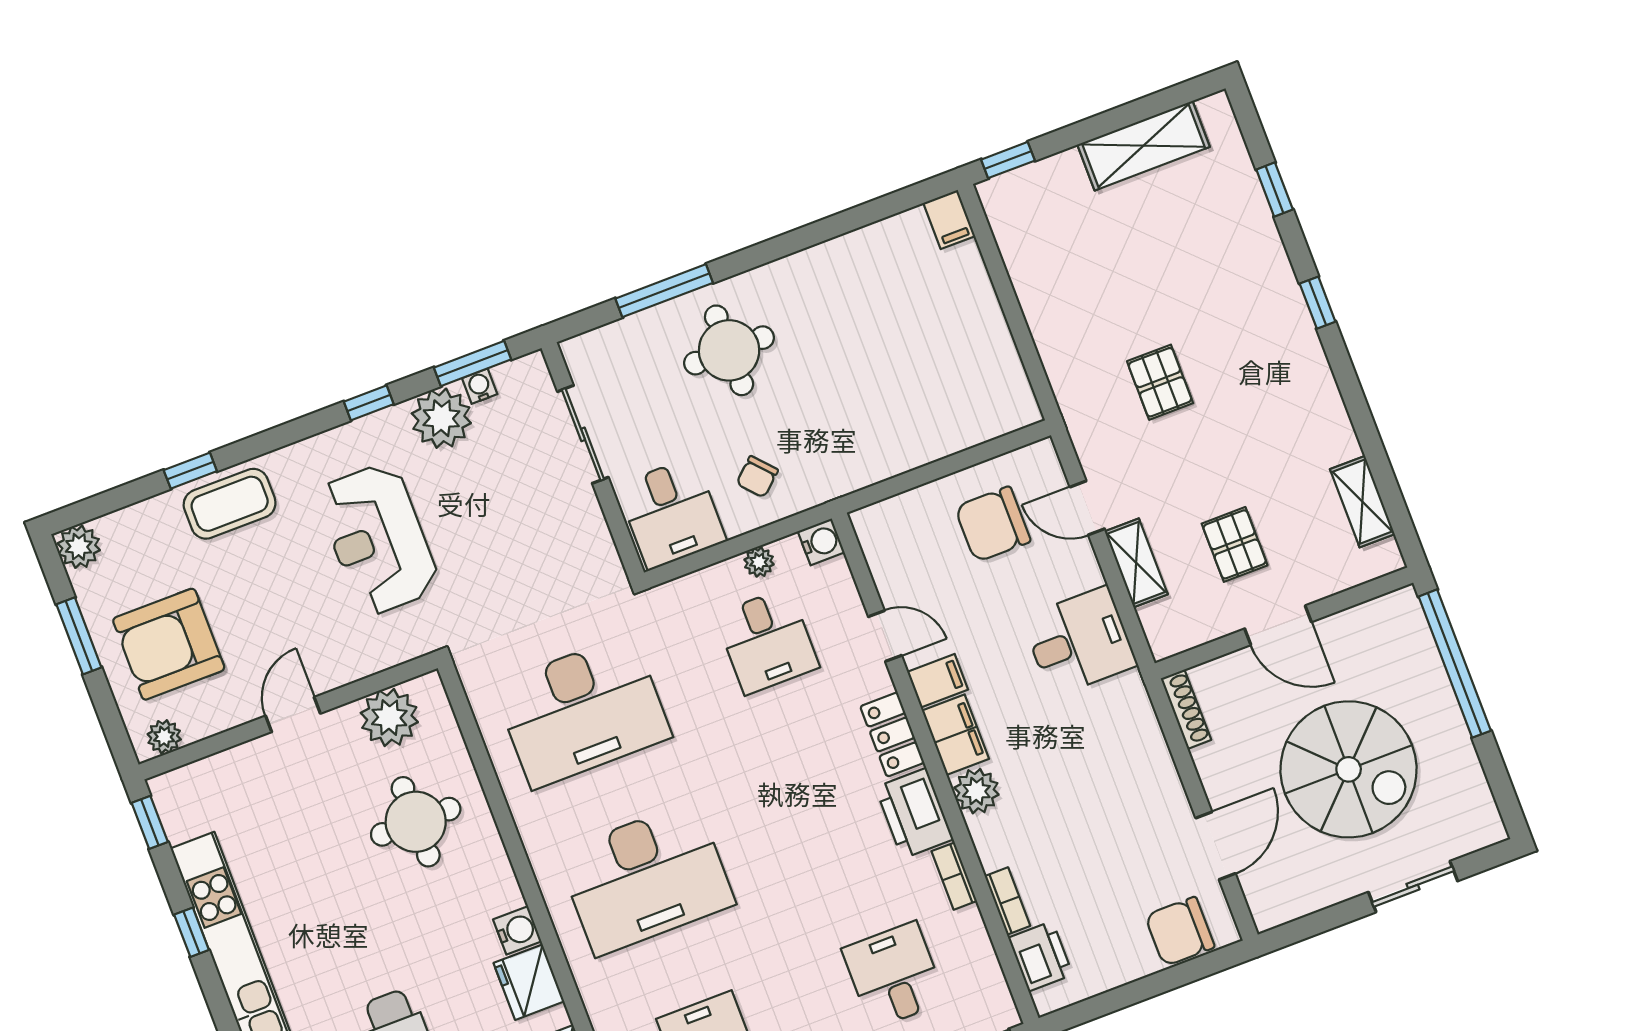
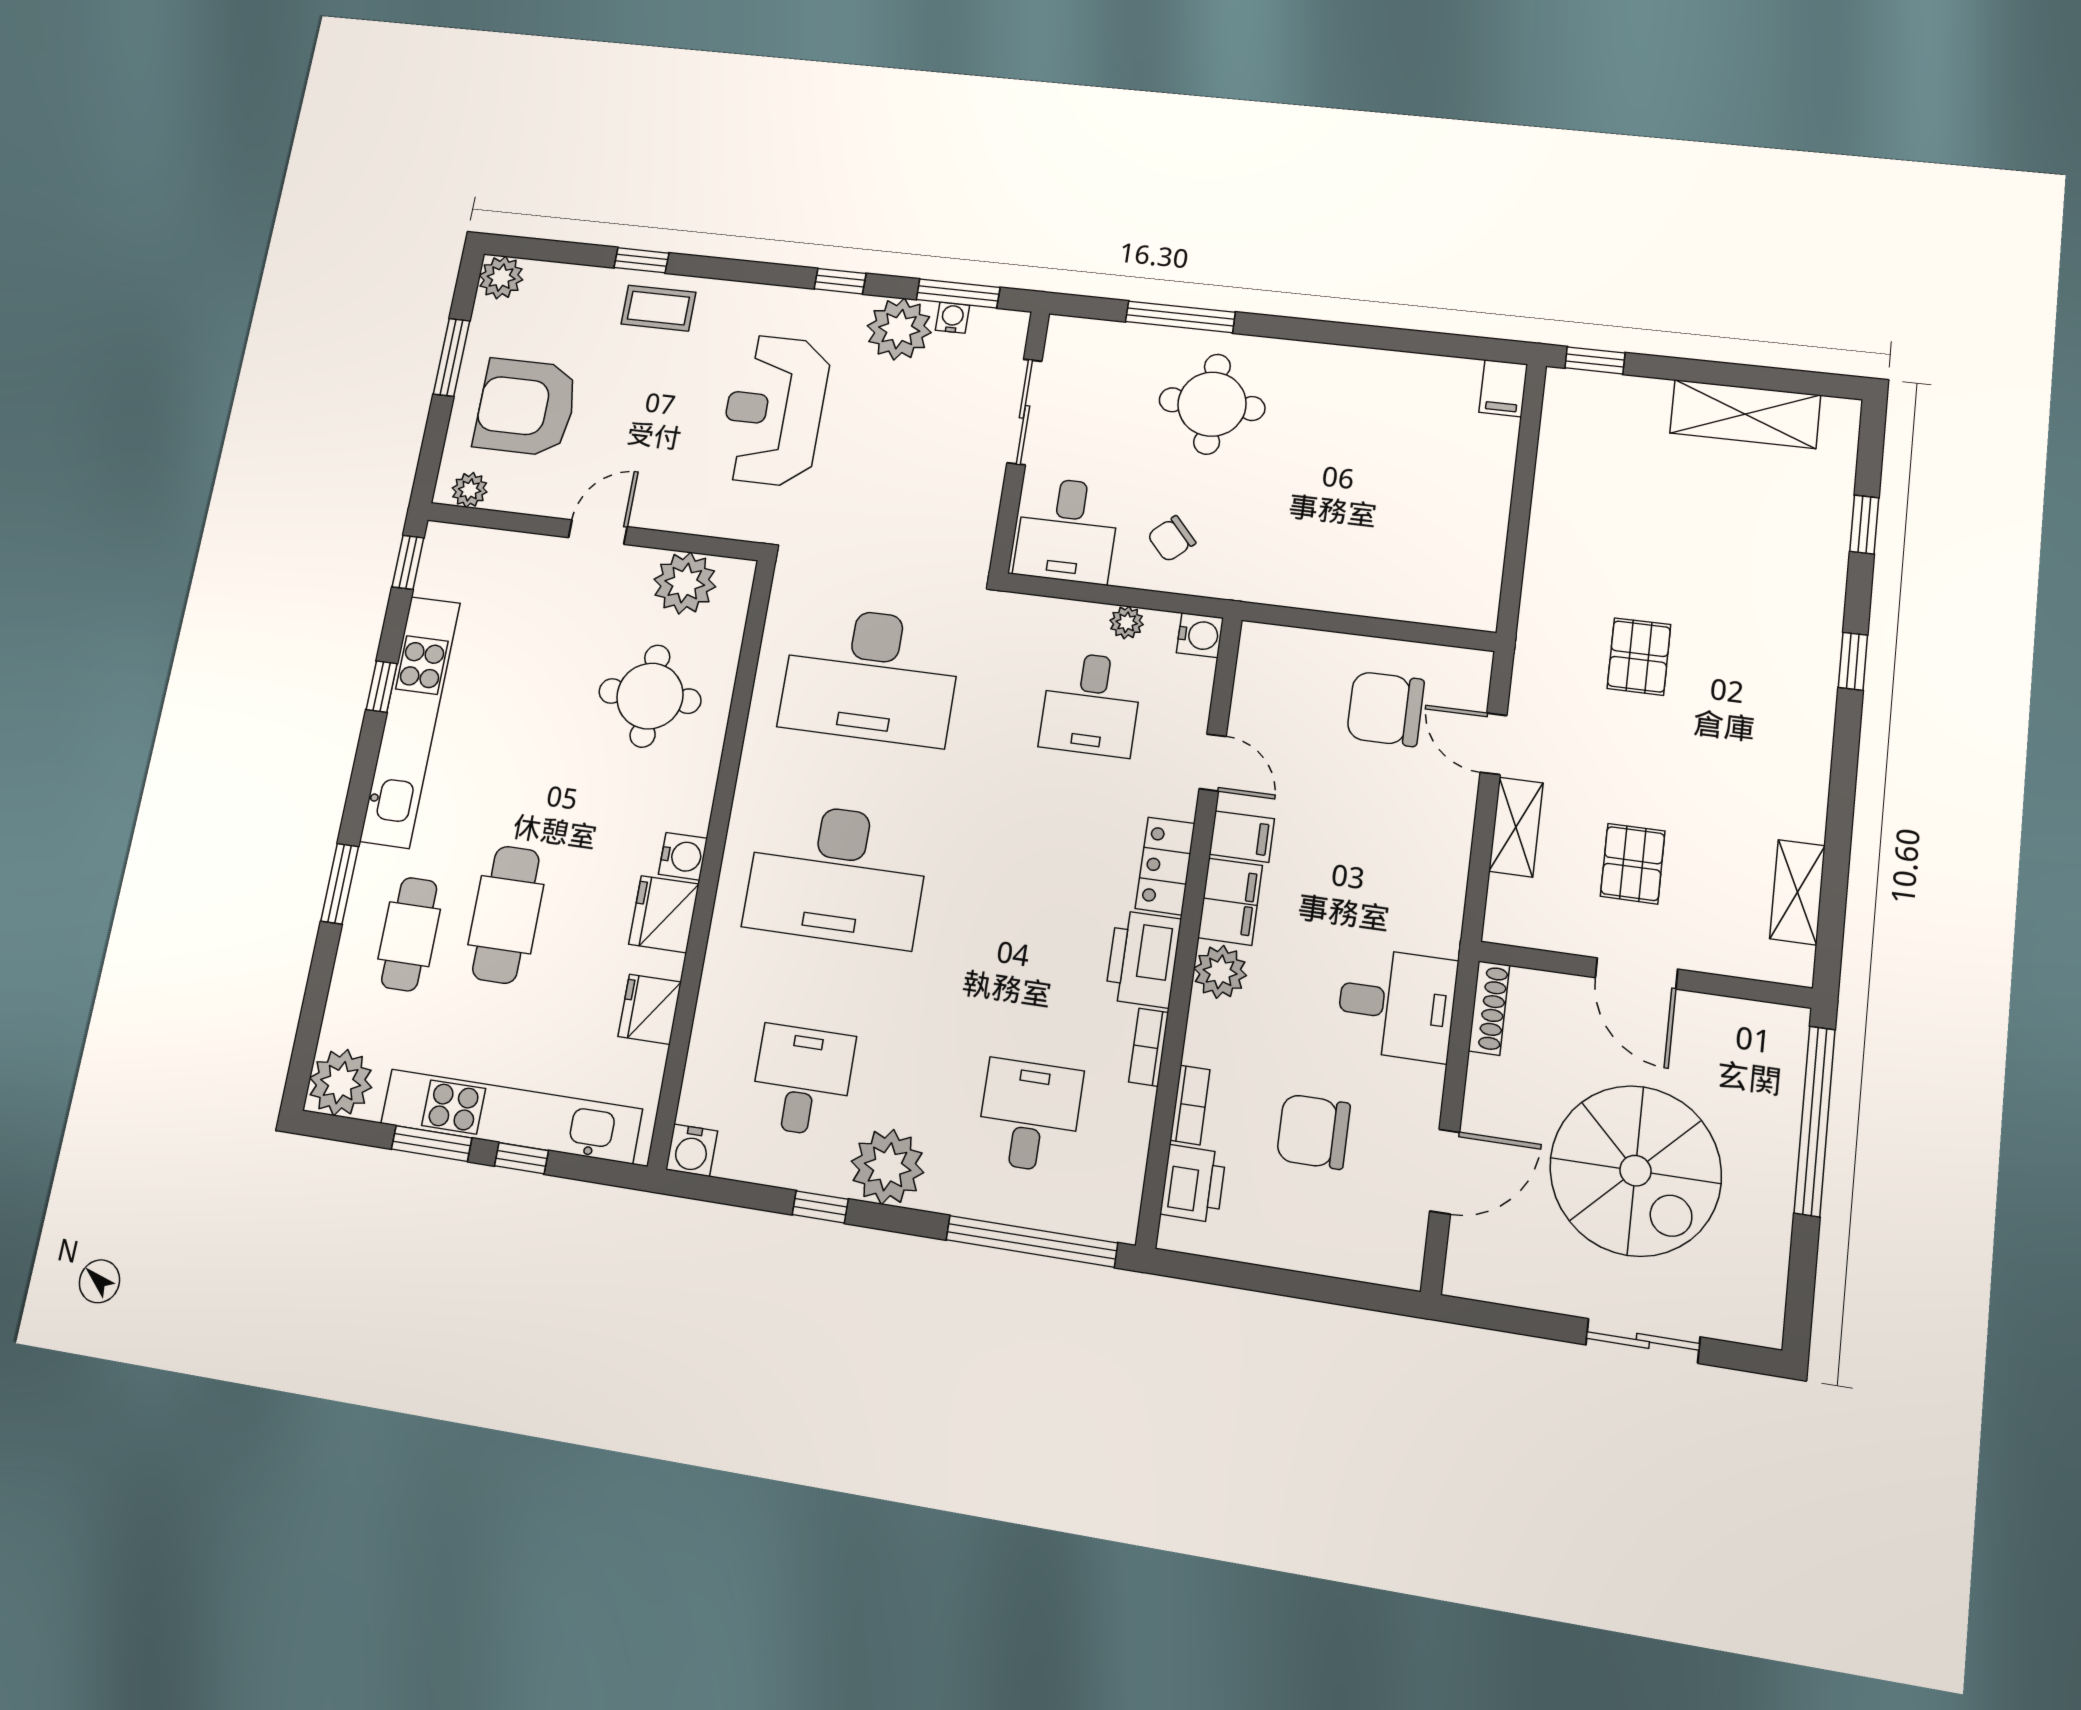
coffee table: (230, 504) -> (658, 308), width x0.73, depth x0.77
desk: (1079, 641) -> (1397, 1004), moved
chair: (1180, 931) -> (1313, 1132), moved

